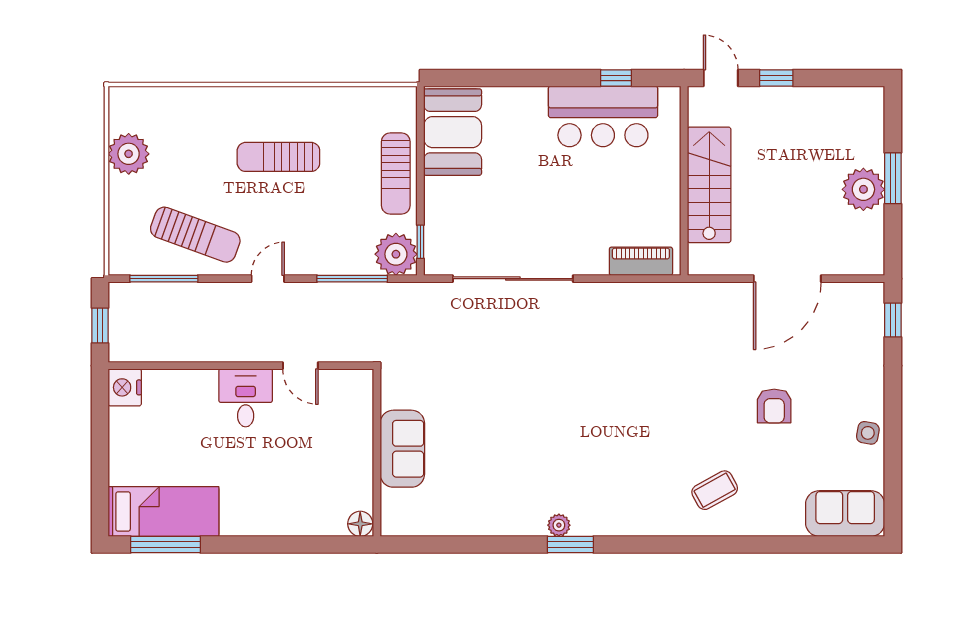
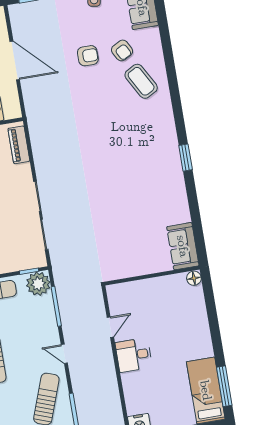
sofa: (402, 449) -> (183, 246), moved, turned -90
armchair: (773, 466) -> (122, 50), added
coffee table: (715, 490) -> (141, 81), width x1.36, depth x1.30
plant: (559, 525) -> (176, 166), removed

